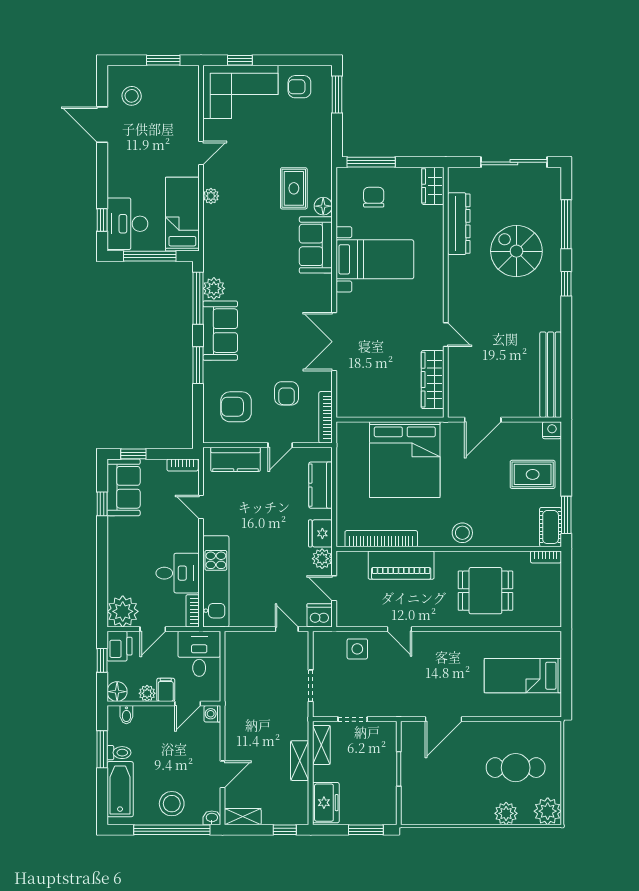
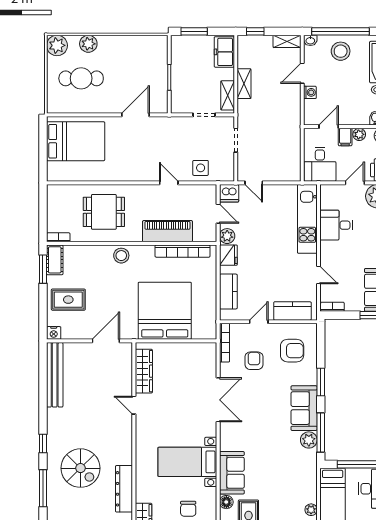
bookcase: (193, 611) -> (325, 197), removed
bed: (523, 676) -> (76, 141), width x1.50
washing machine: (212, 714) -> (310, 92), moved

